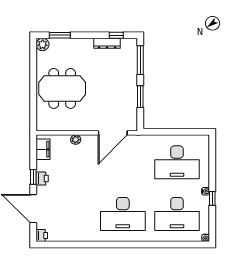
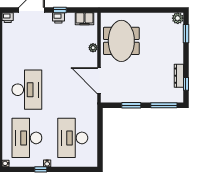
meeting table: (62, 88) -> (121, 41), moved
desk: (123, 214) -> (27, 90), turned 180

